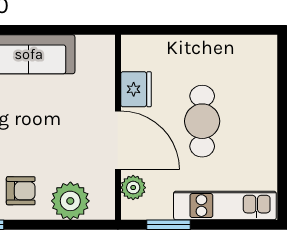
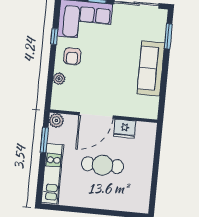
plant: (133, 188) -> (56, 120), moved
plant: (70, 201) -> (59, 79), width x0.53, depth x0.53

